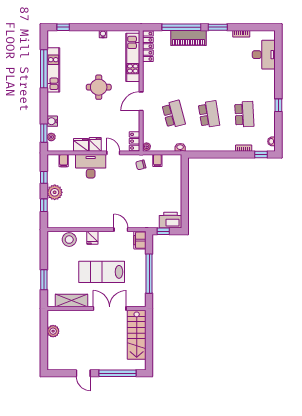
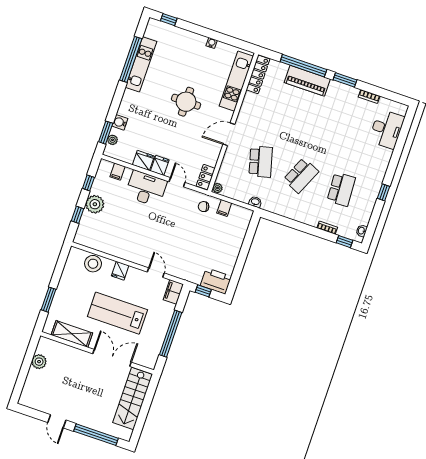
school desk: (209, 114) -> (301, 176), turned 33

